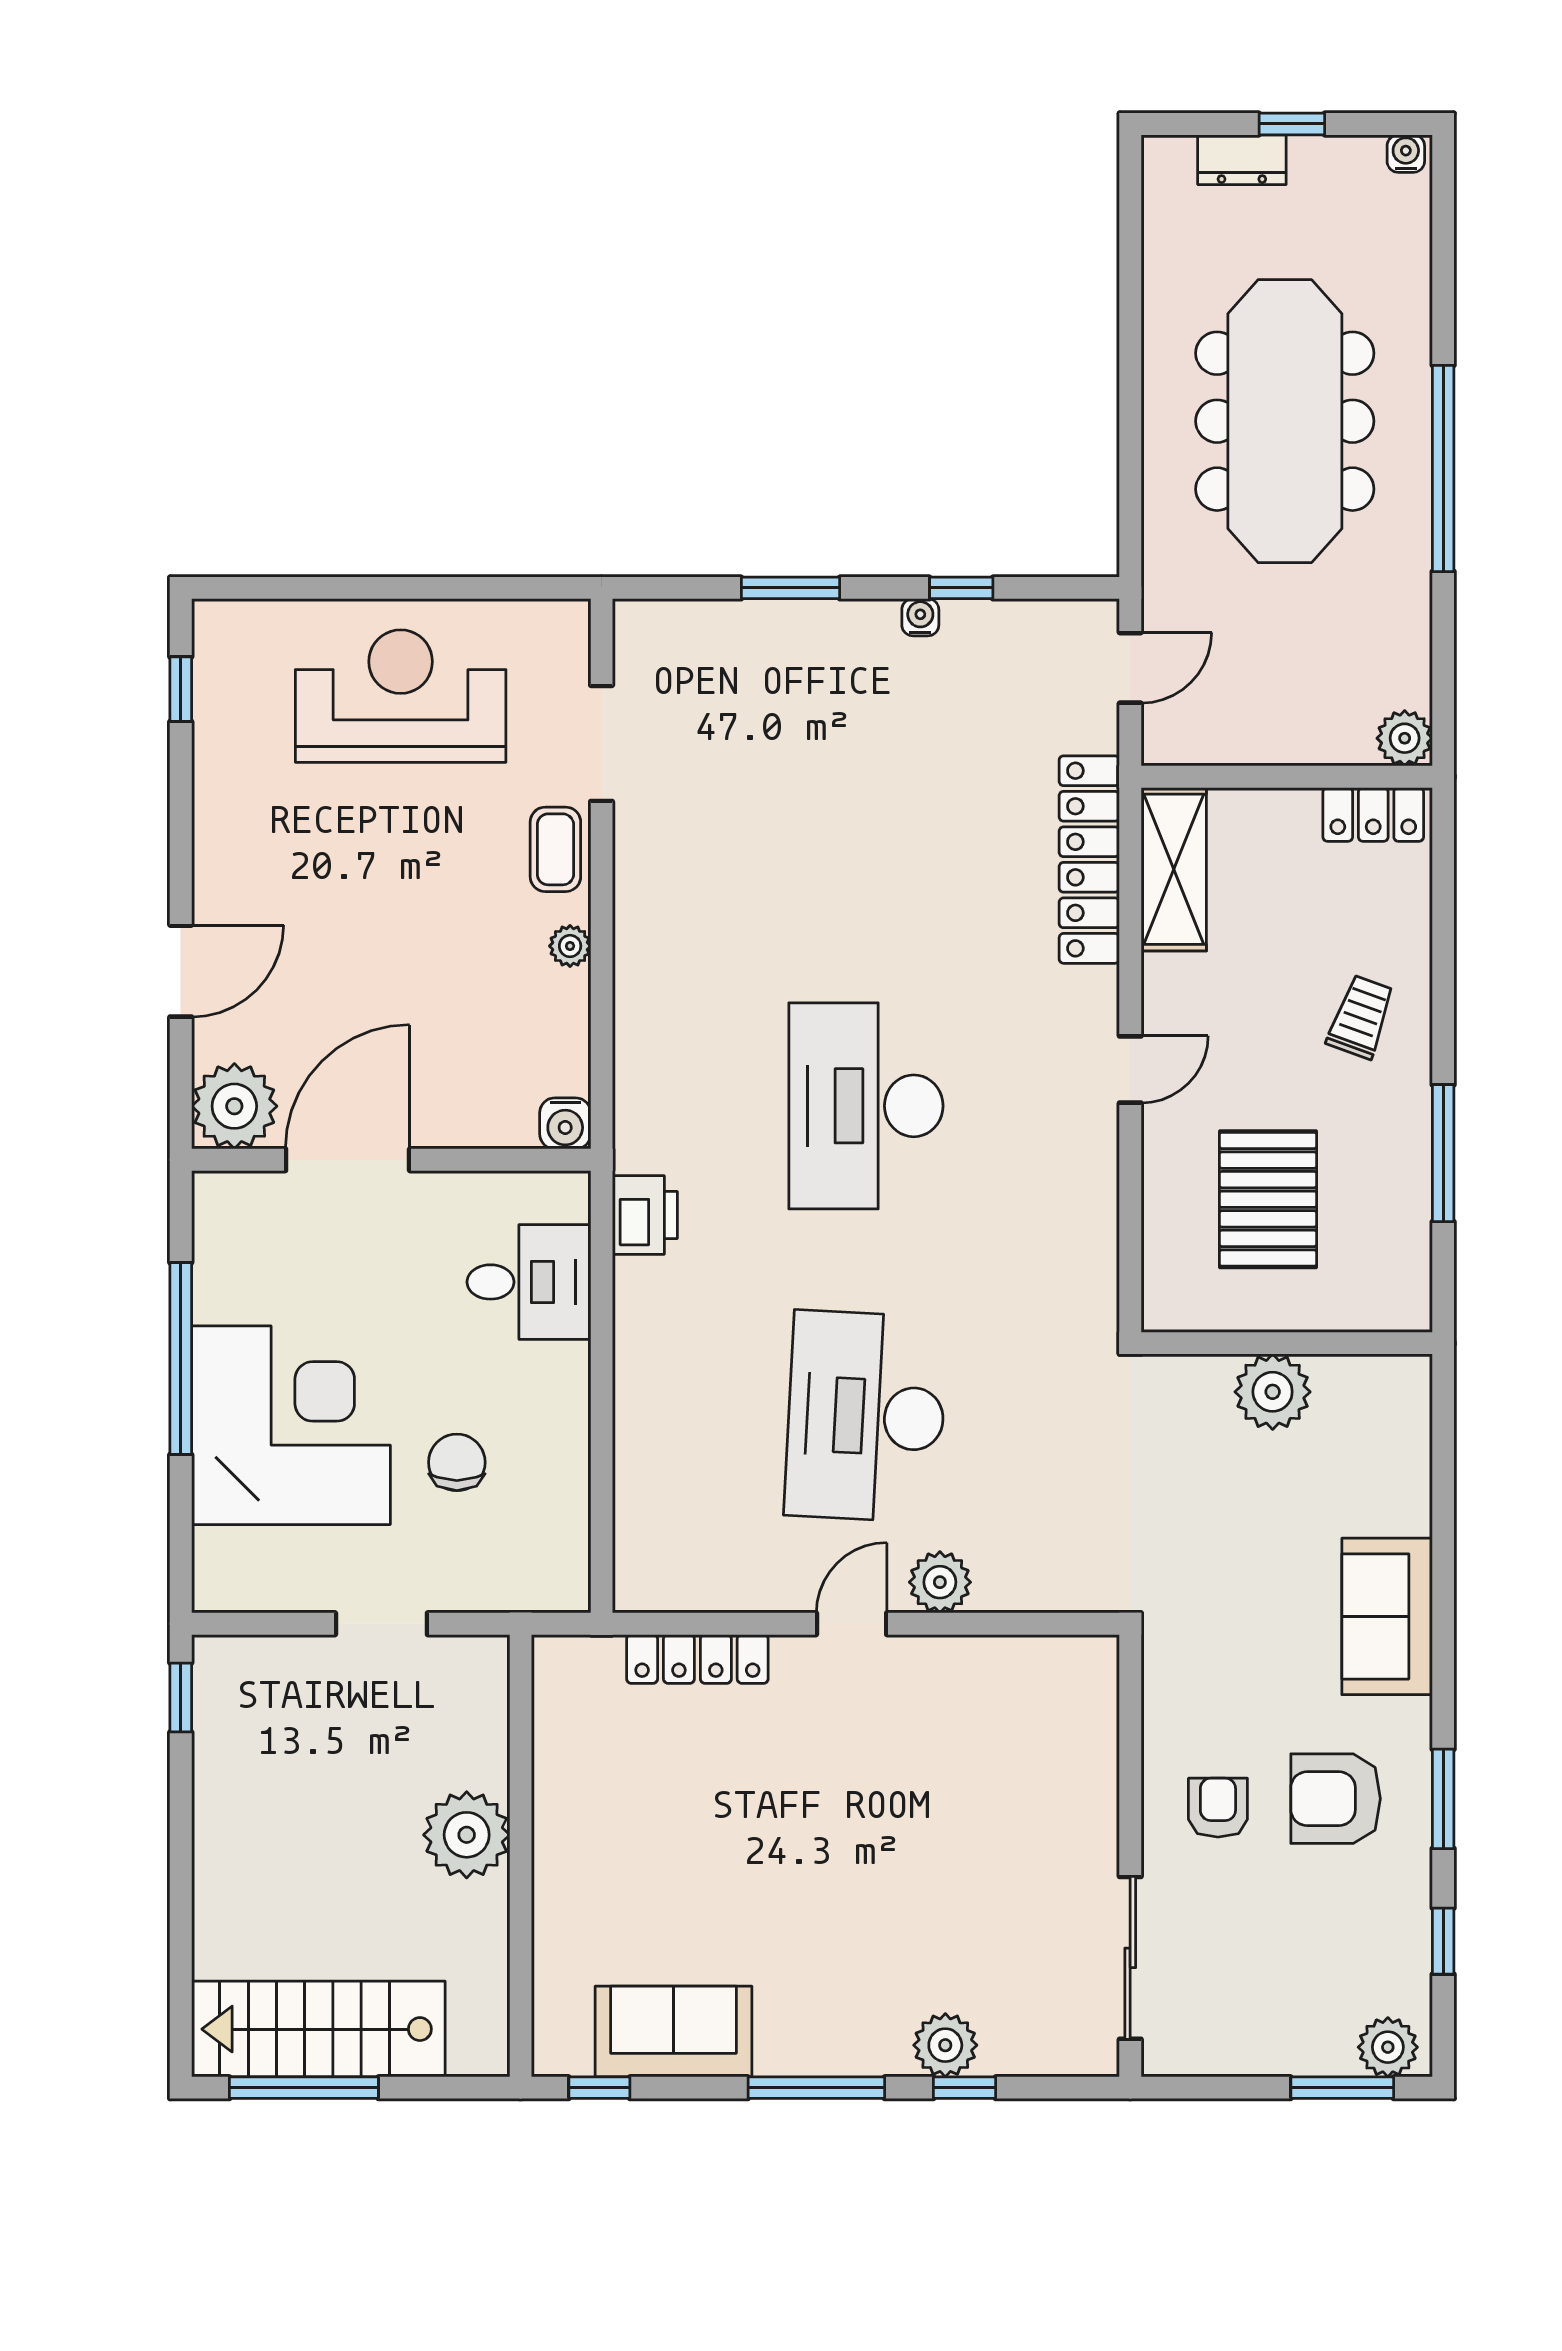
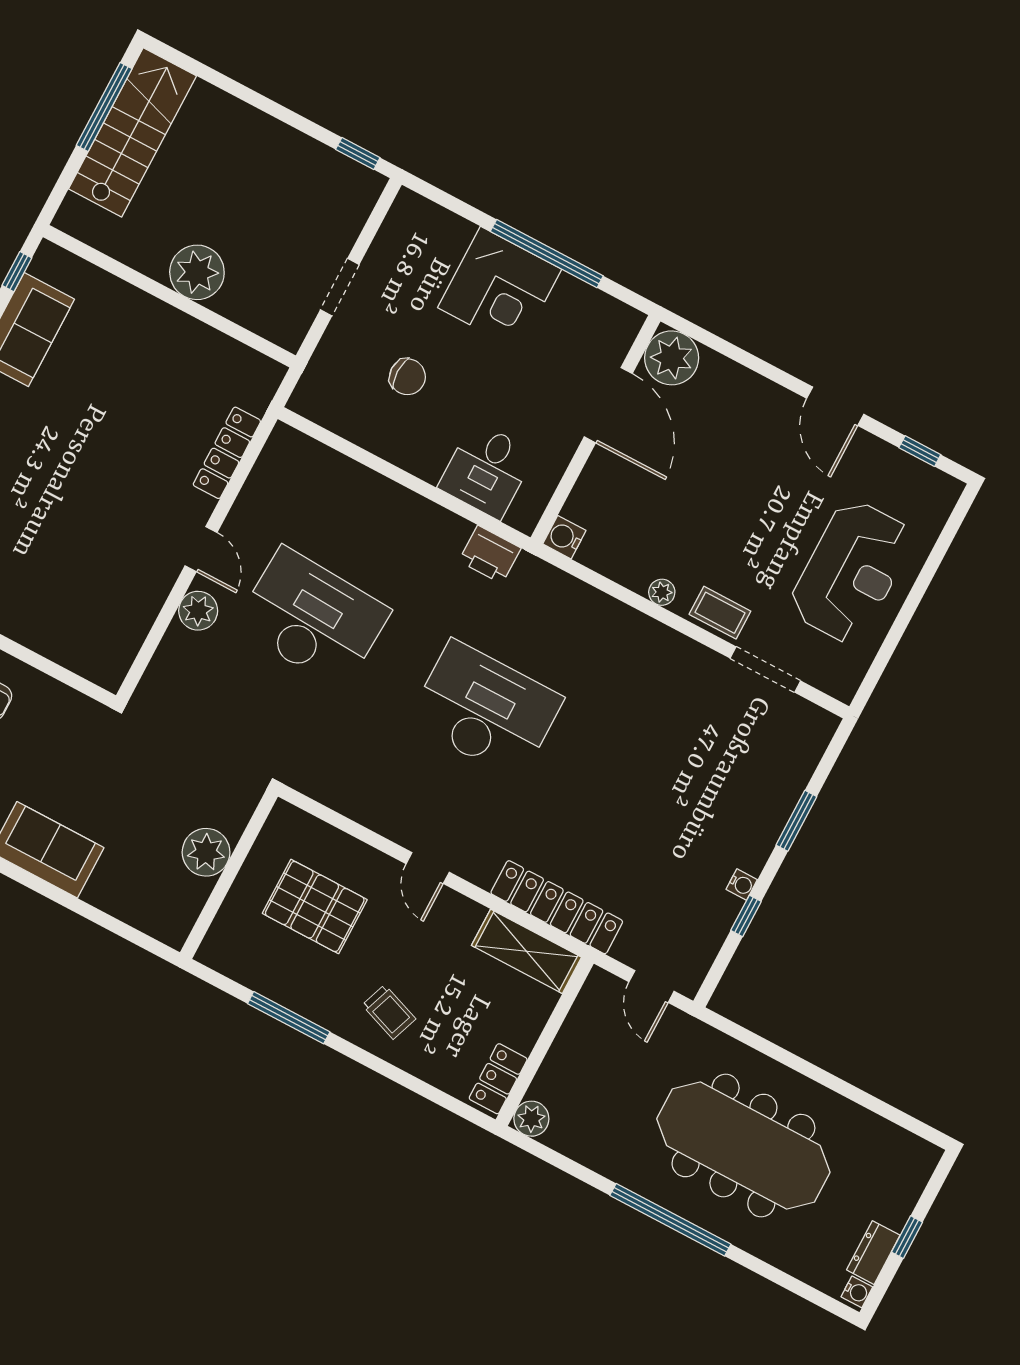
dresser: (1242, 160) -> (873, 1253), moved
door: (181, 971) -> (835, 406), moved
corner desk: (291, 1425) -> (500, 288), width x0.74, depth x0.74

